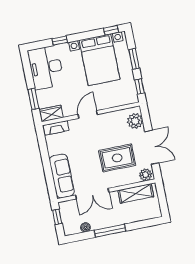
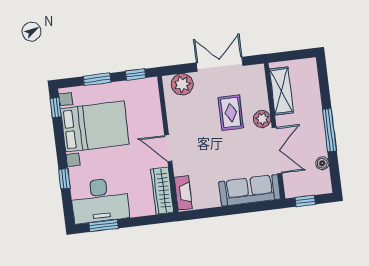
window: (33, 99) -> (103, 226), moved
wardrobe: (51, 114) -> (162, 191), width x1.50
rug: (117, 158) -> (231, 113), width x0.73, depth x0.70
plant: (146, 175) -> (262, 119), moved

